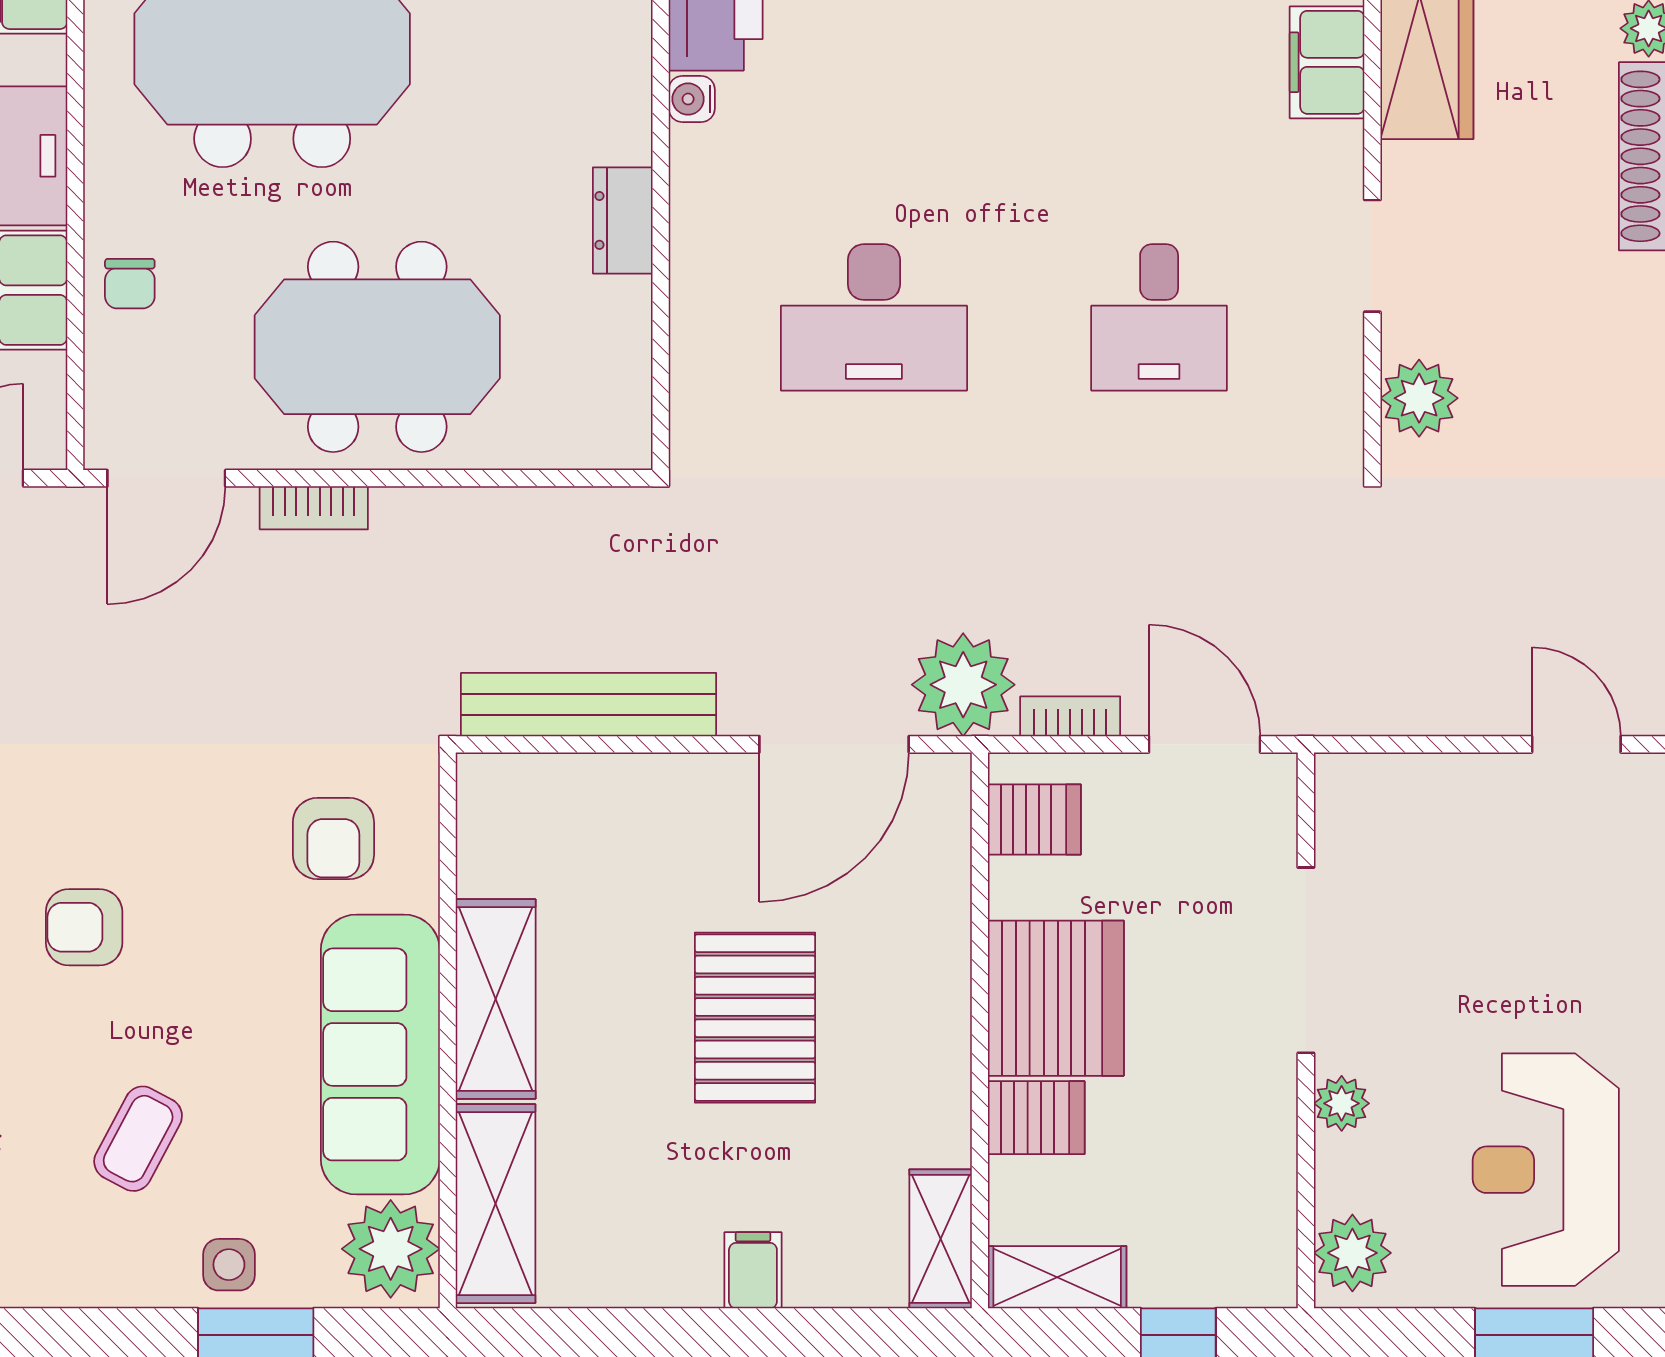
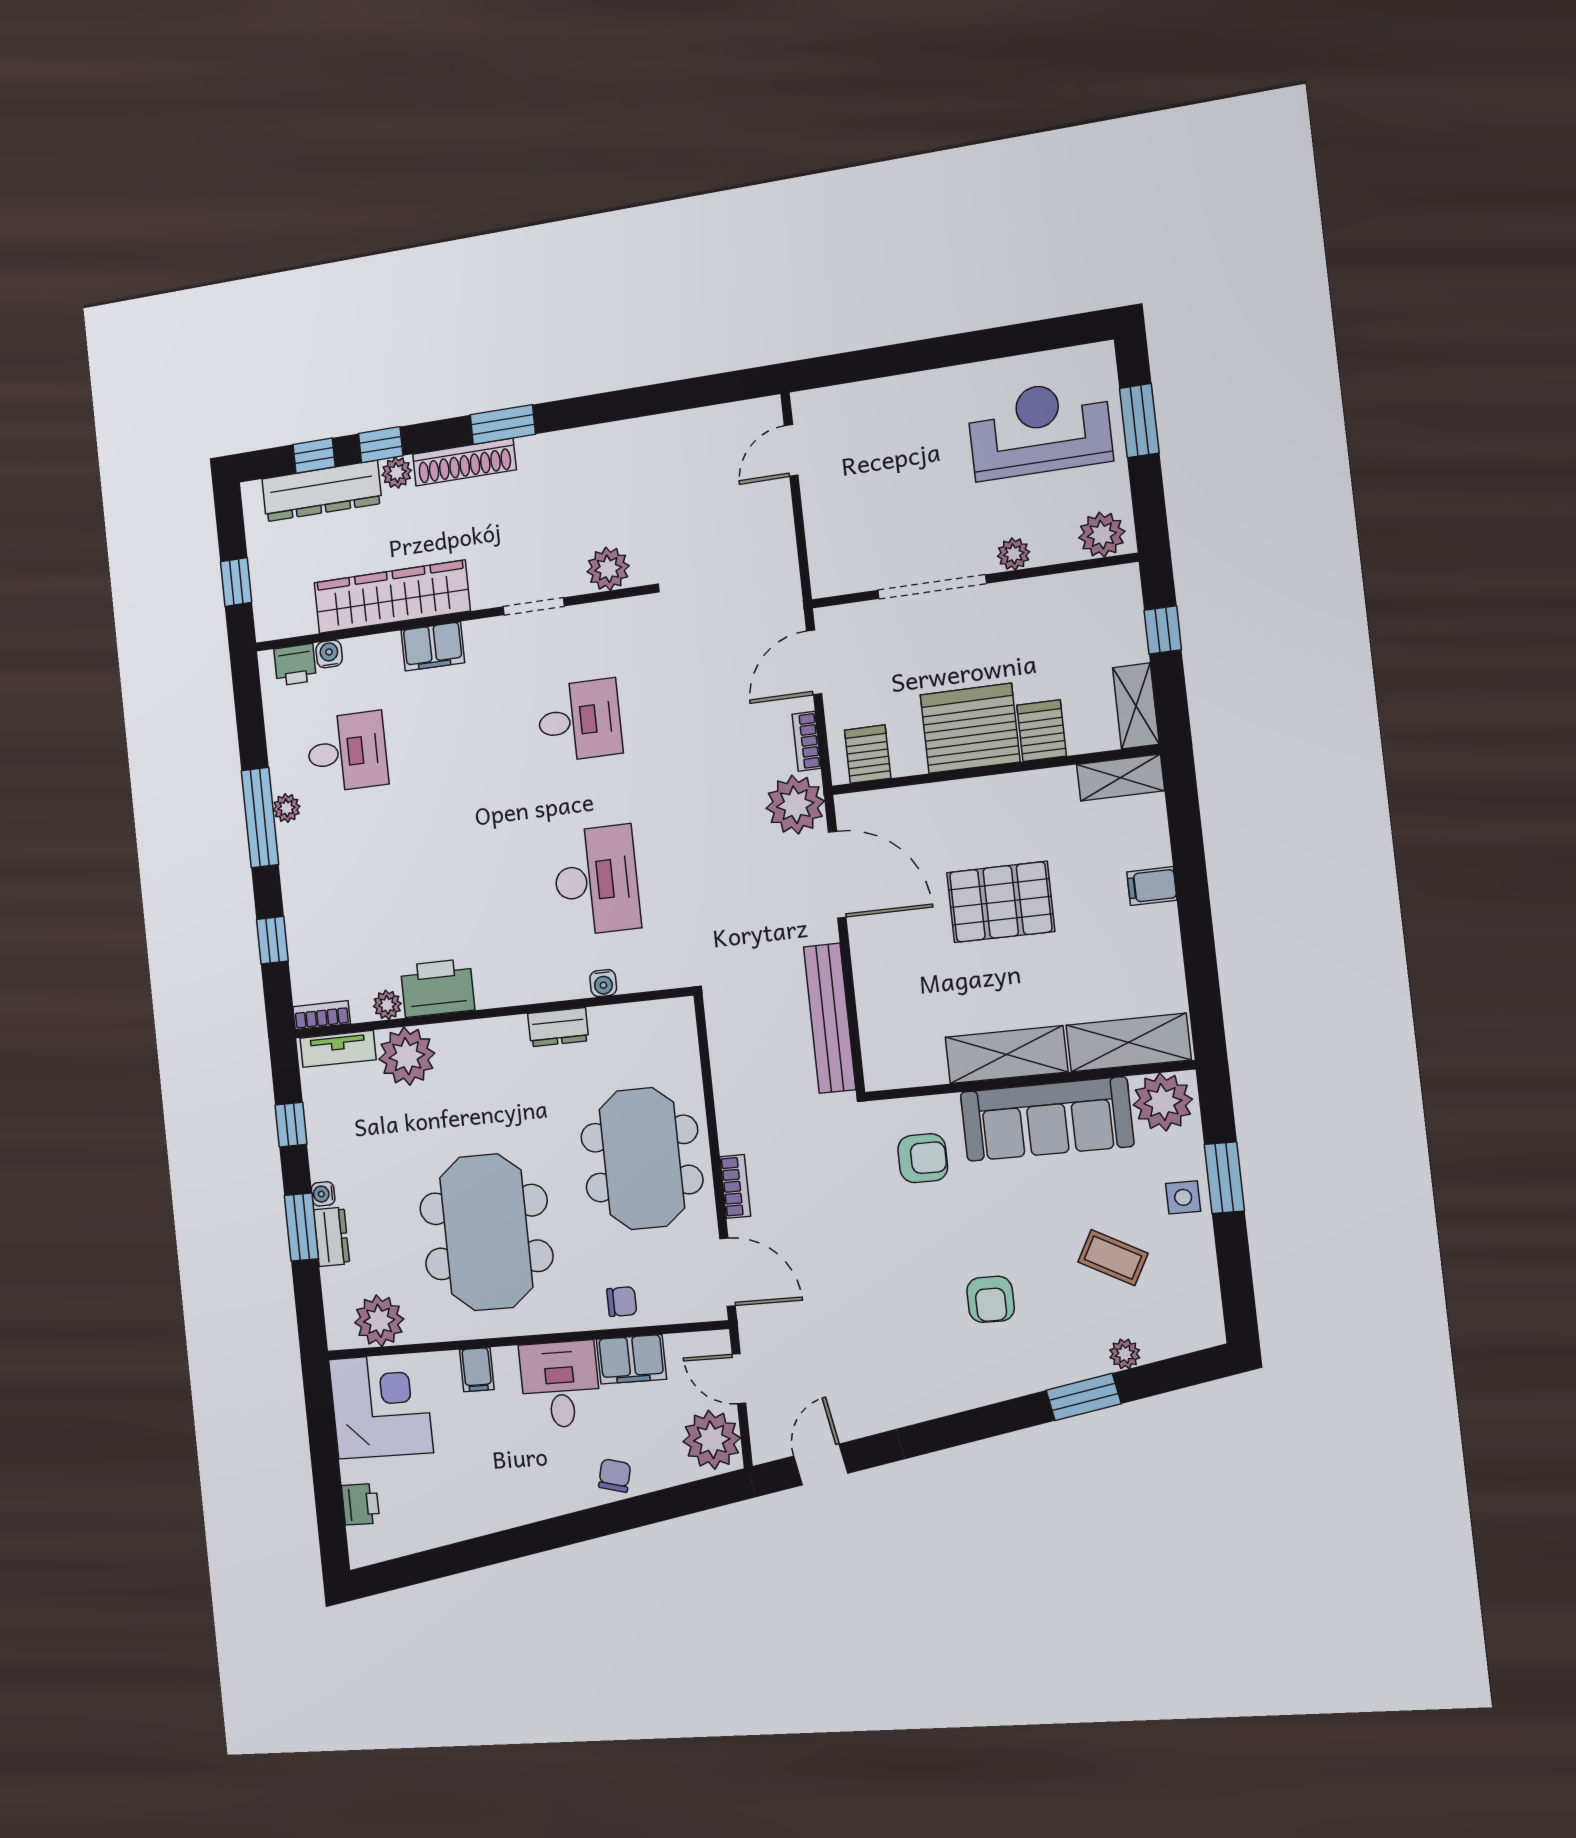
water cooler: (692, 99) -> (603, 983), moved
reception desk: (1546, 1170) -> (1040, 429), turned 180

